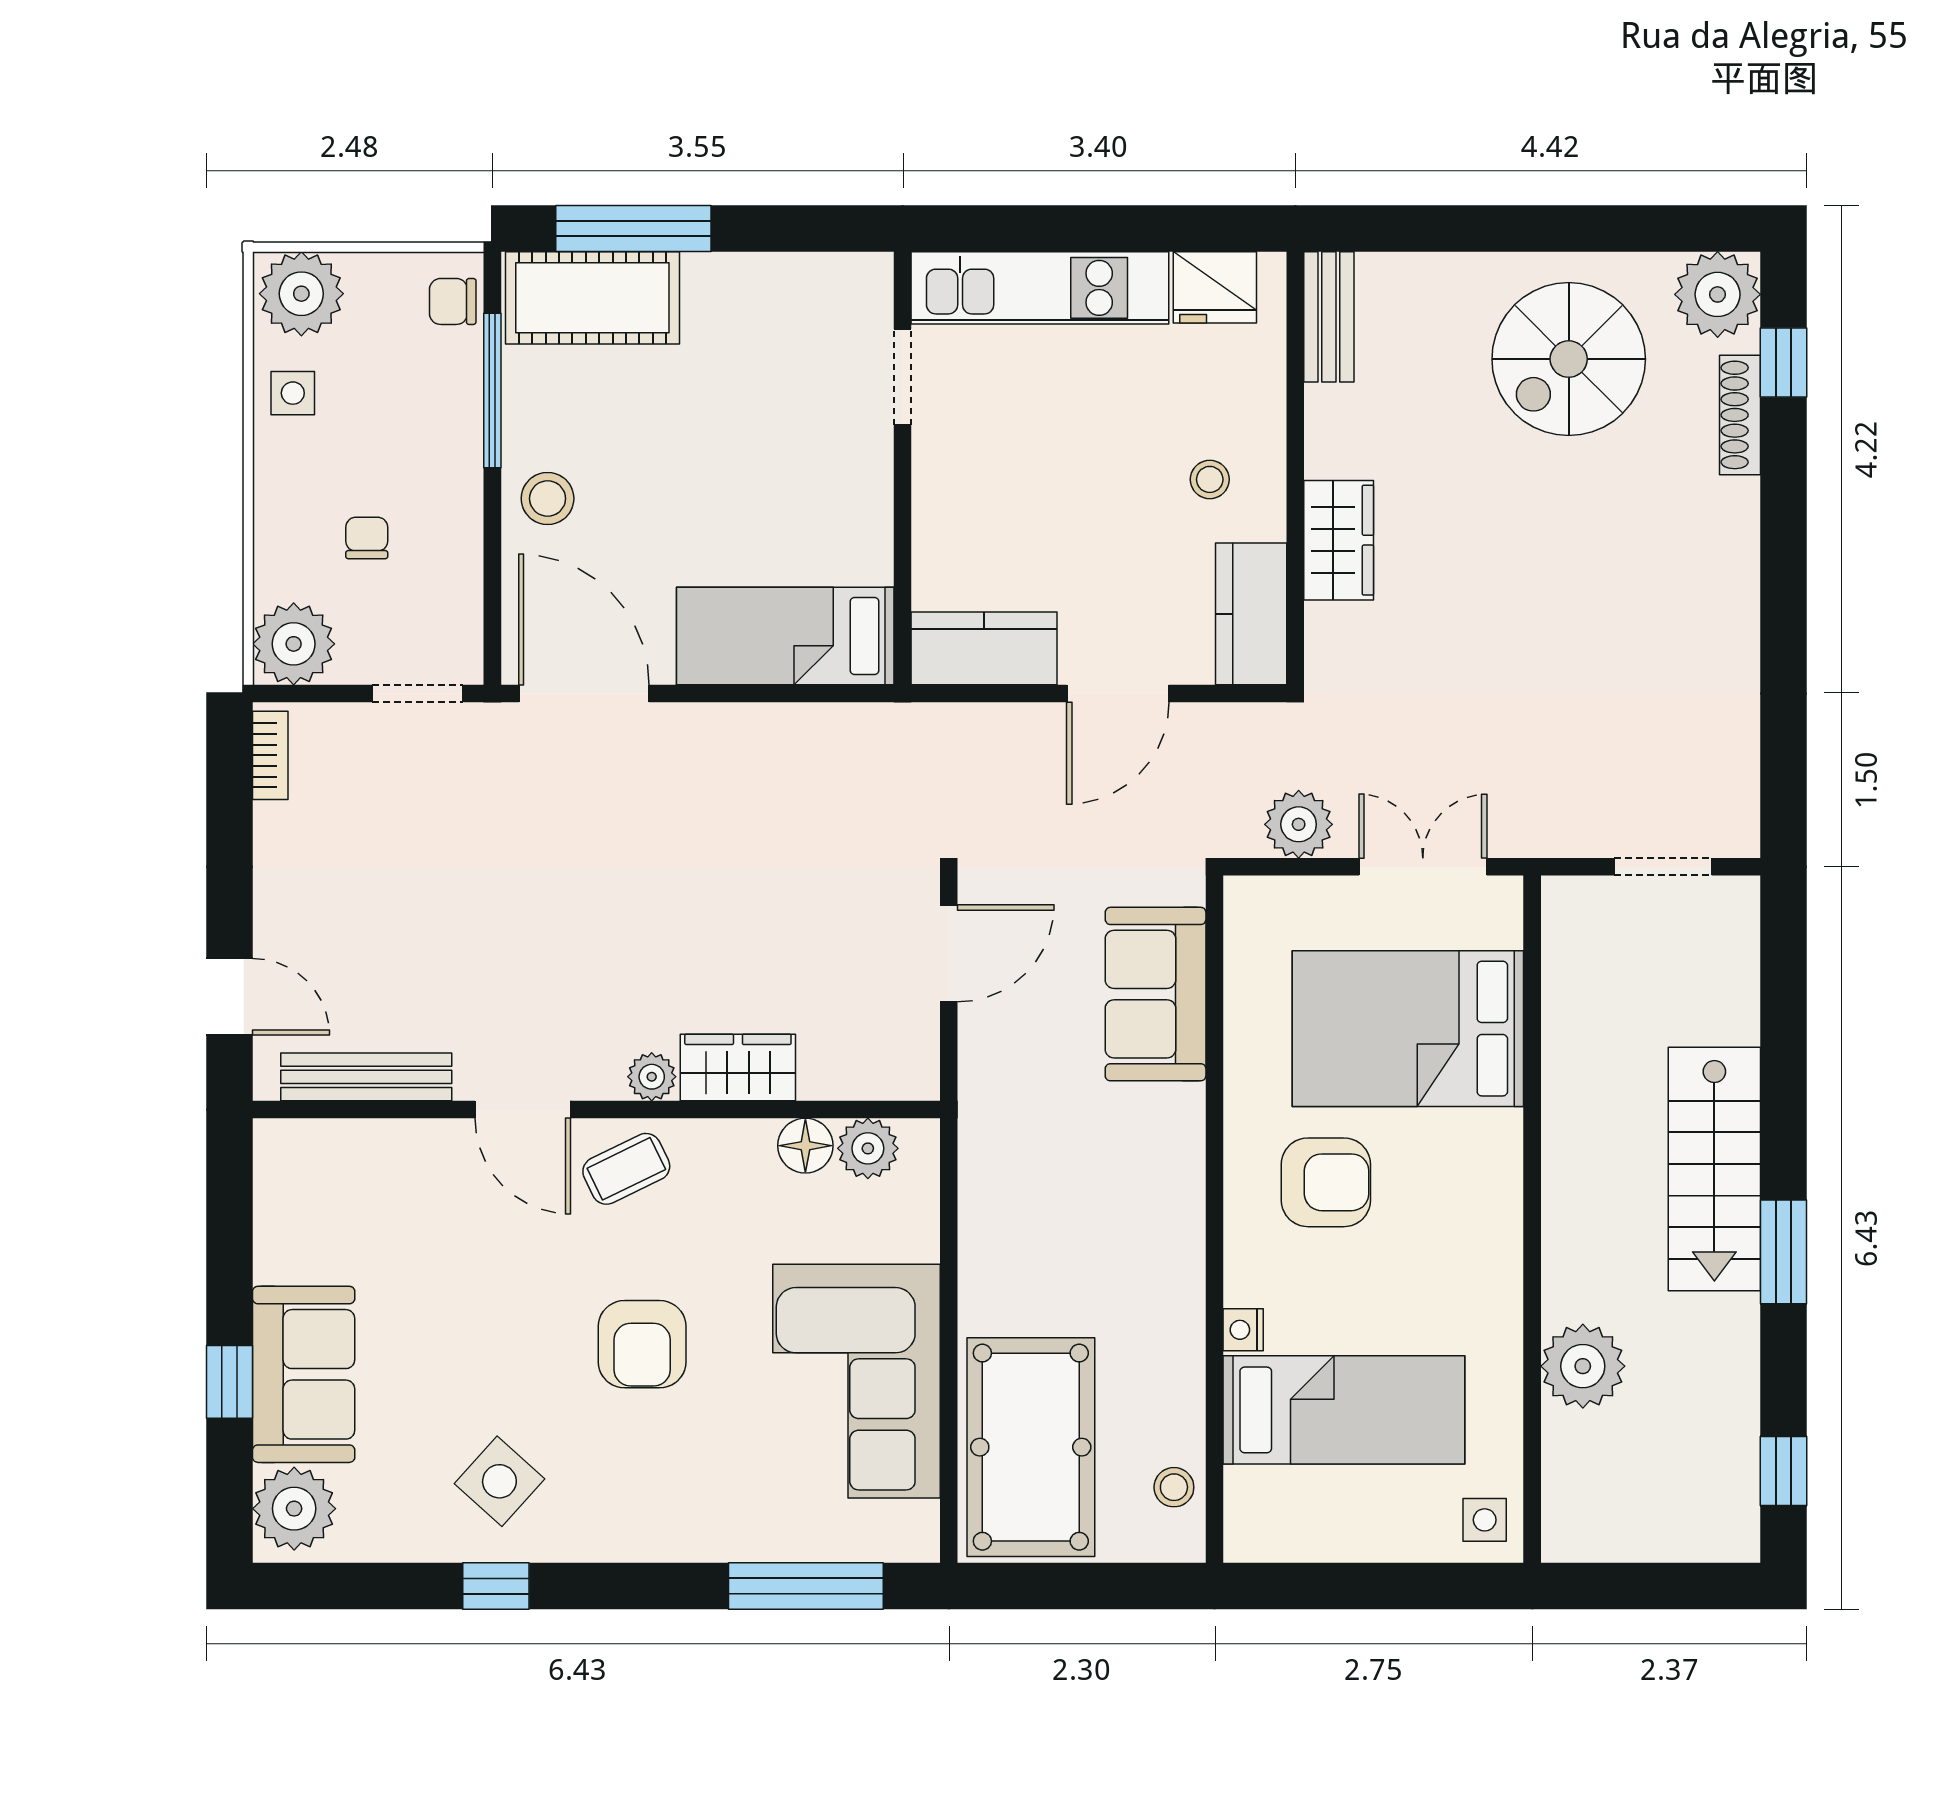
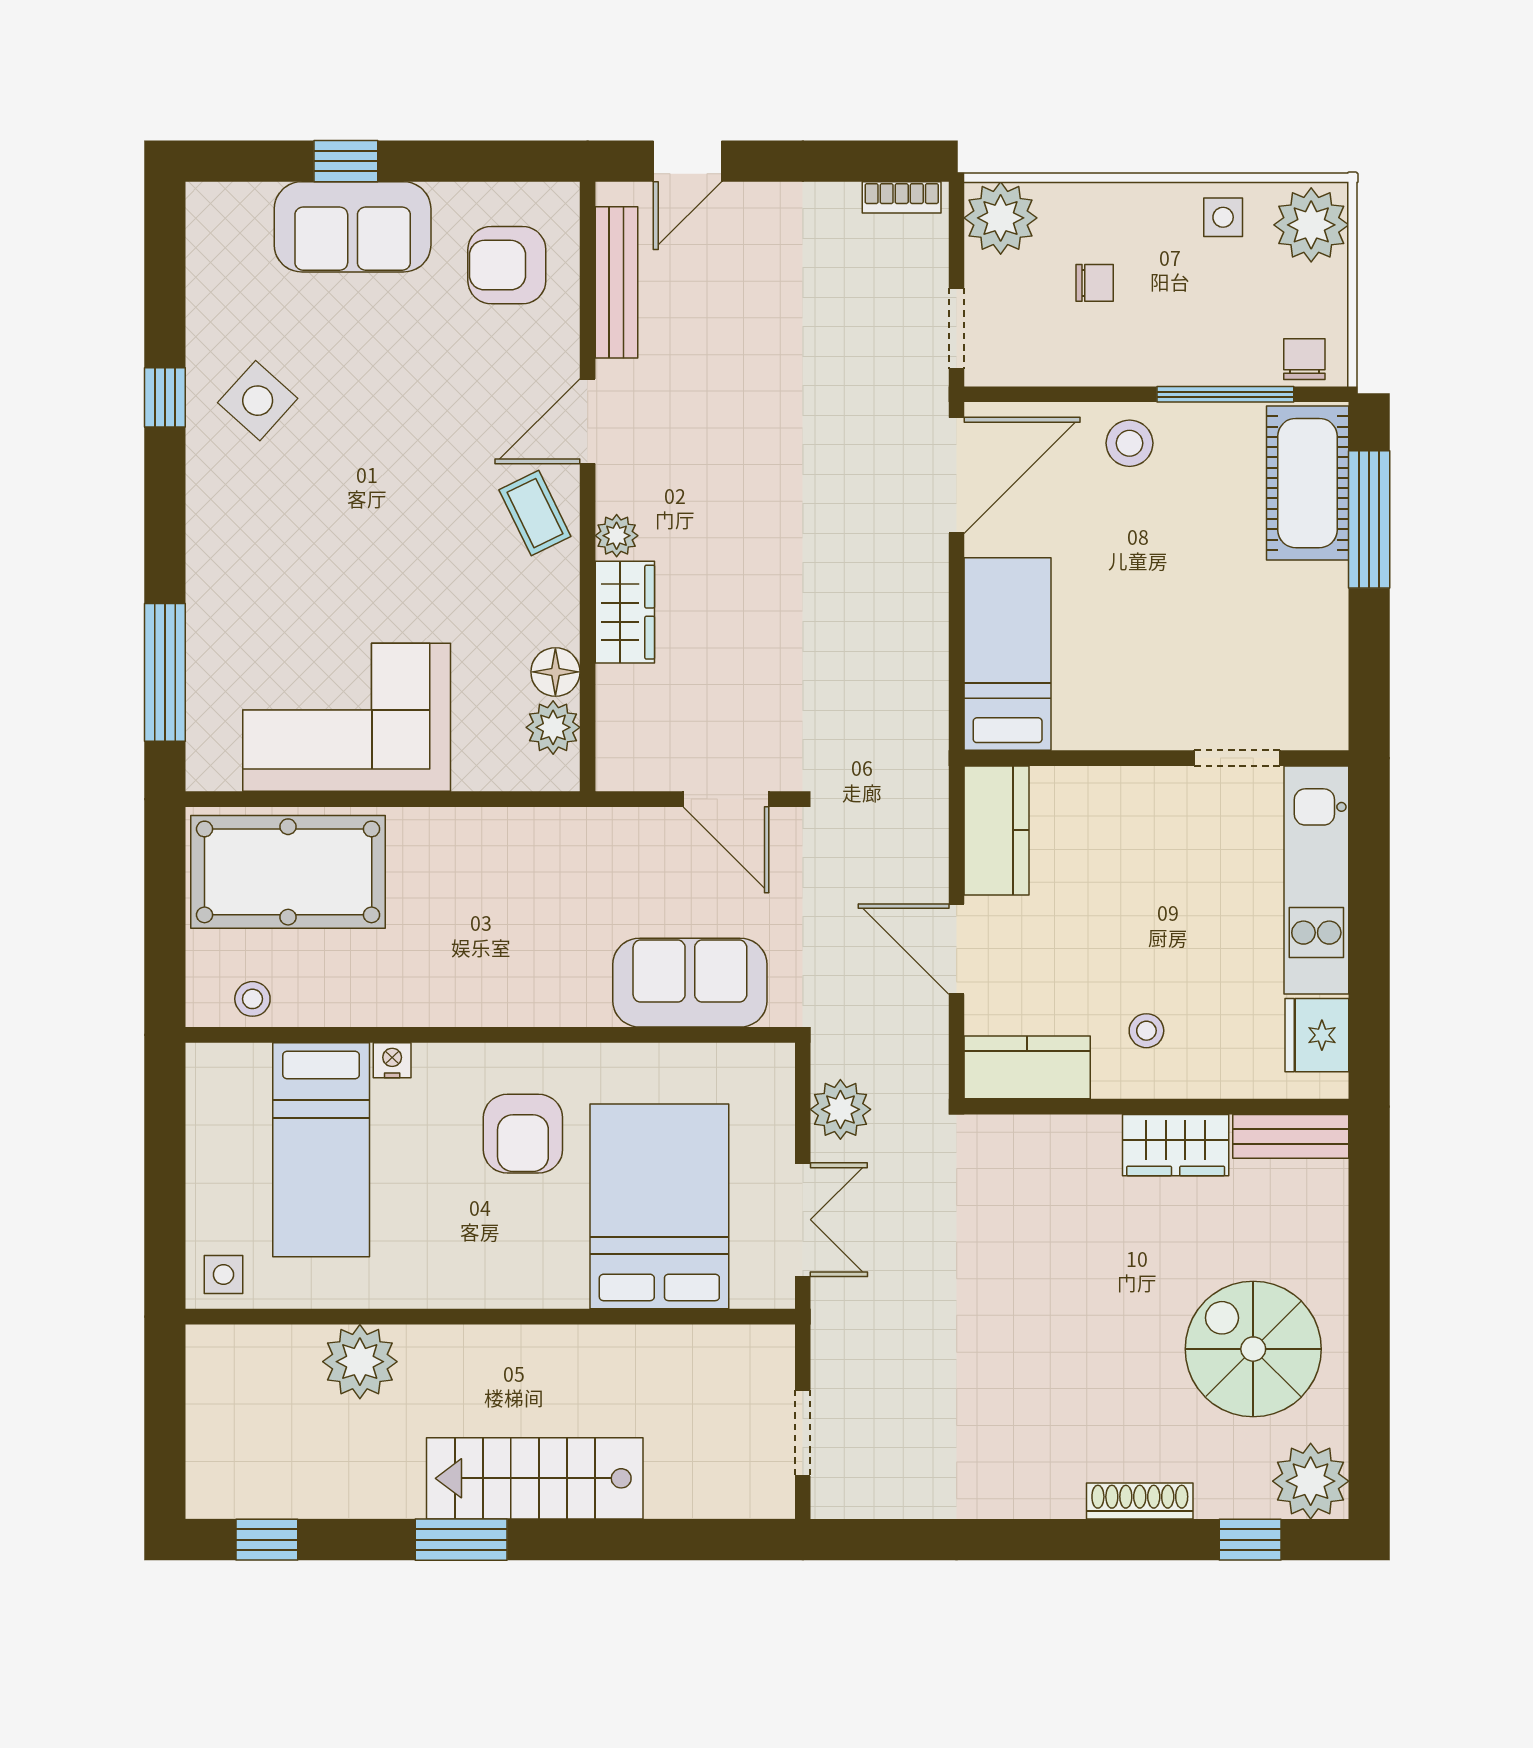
shoe rack: (1740, 415) -> (1140, 1501), moved
wardrobe: (1339, 540) -> (1176, 1145), moved
armchair: (642, 1344) -> (507, 265), moved
plant: (294, 1509) -> (233, 218), removed

